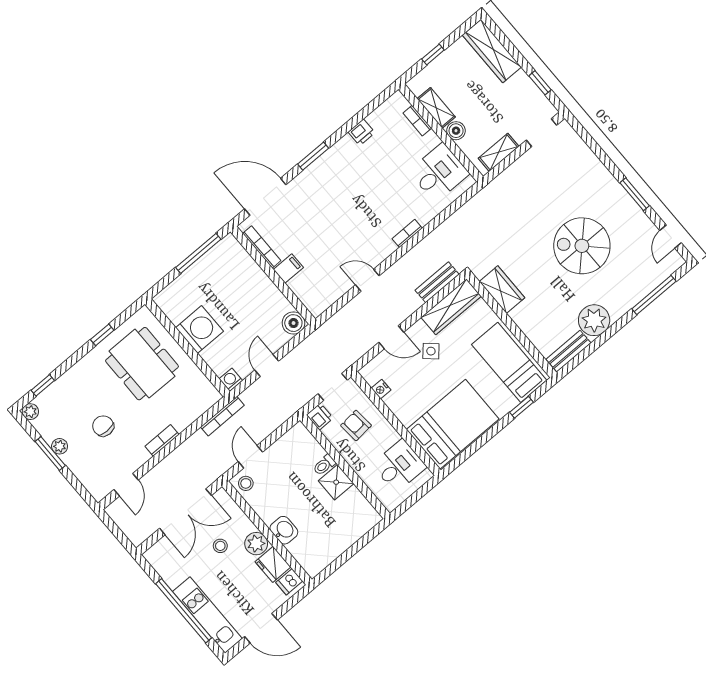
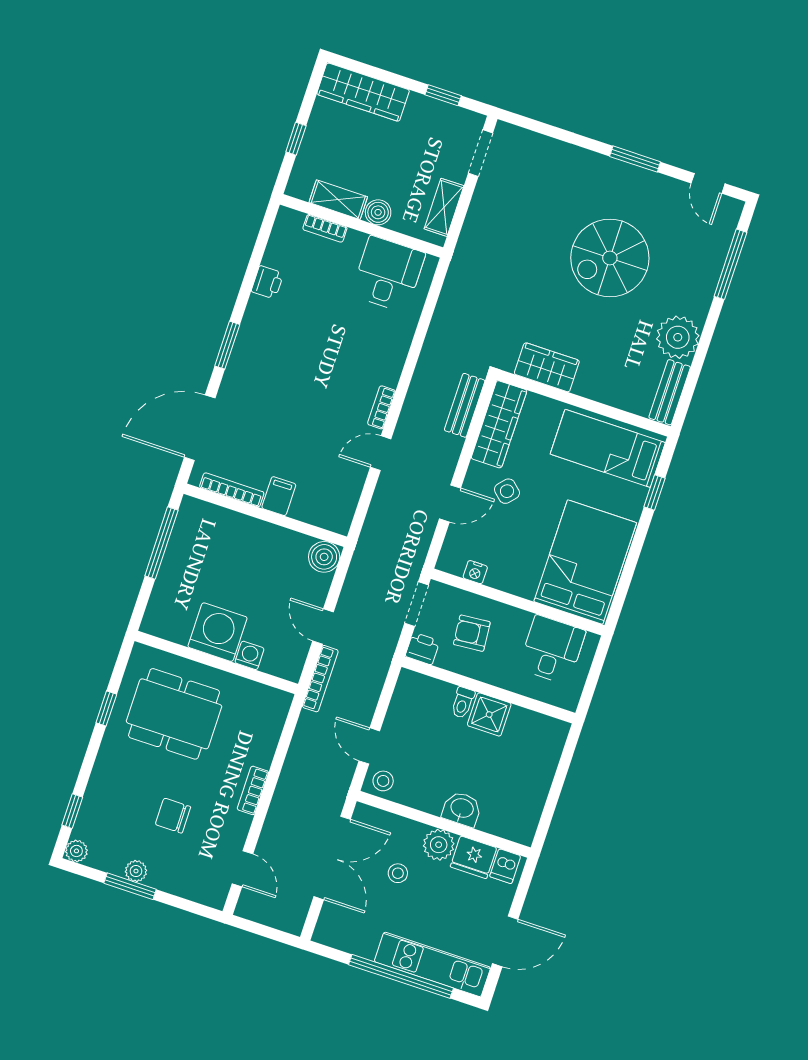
bookcase: (407, 233) -> (381, 407), moved
washing machine: (231, 380) -> (249, 655), moved, turned 90
bookcase: (222, 416) -> (320, 679), moved

